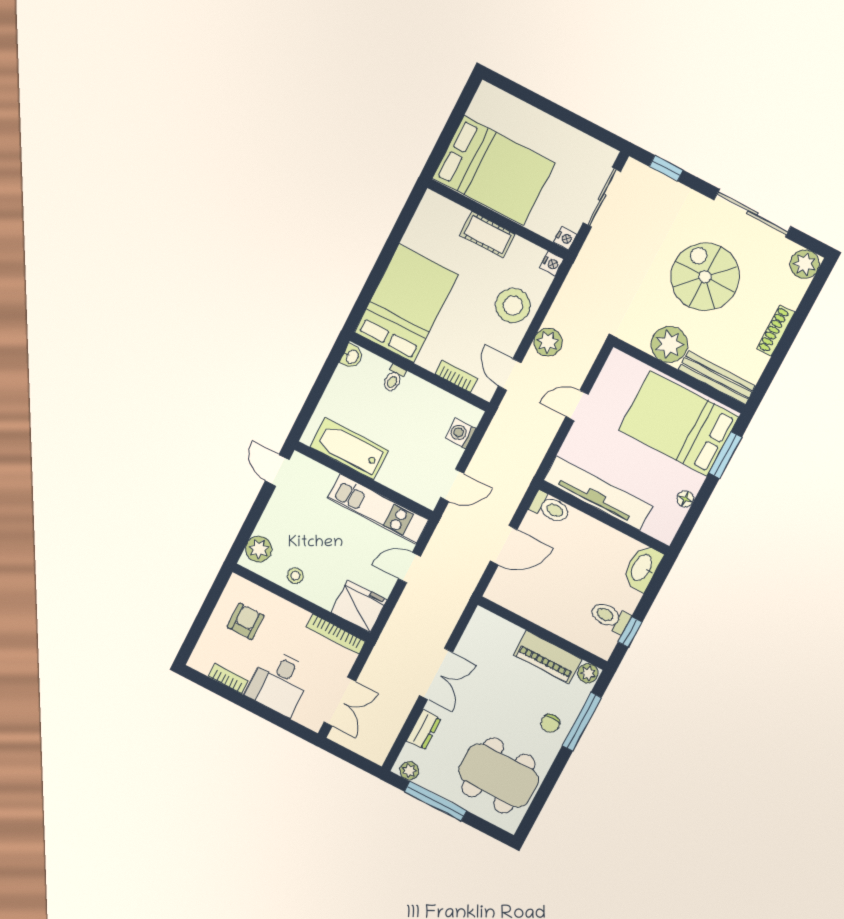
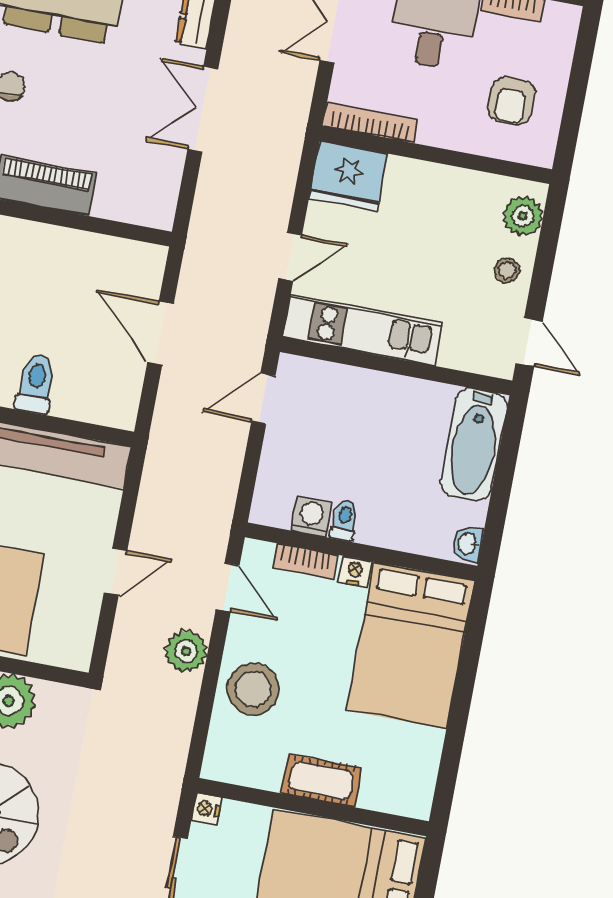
nightstand: (552, 264) -> (355, 572), moved, turned 90
toilet: (394, 379) -> (344, 520), moved
washing machine: (461, 433) -> (311, 516), moved, turned -90
bathtub: (349, 449) -> (474, 444), moved, turned 90
toilet: (550, 508) -> (36, 384), moved, turned 90
door: (504, 545) -> (161, 333), hinge flipped
stool: (295, 576) -> (507, 270), moved

